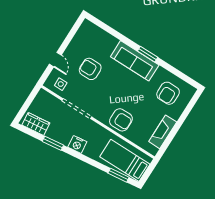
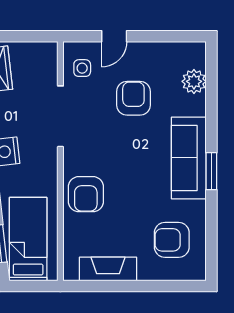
plant: (100, 36) -> (194, 81), added

